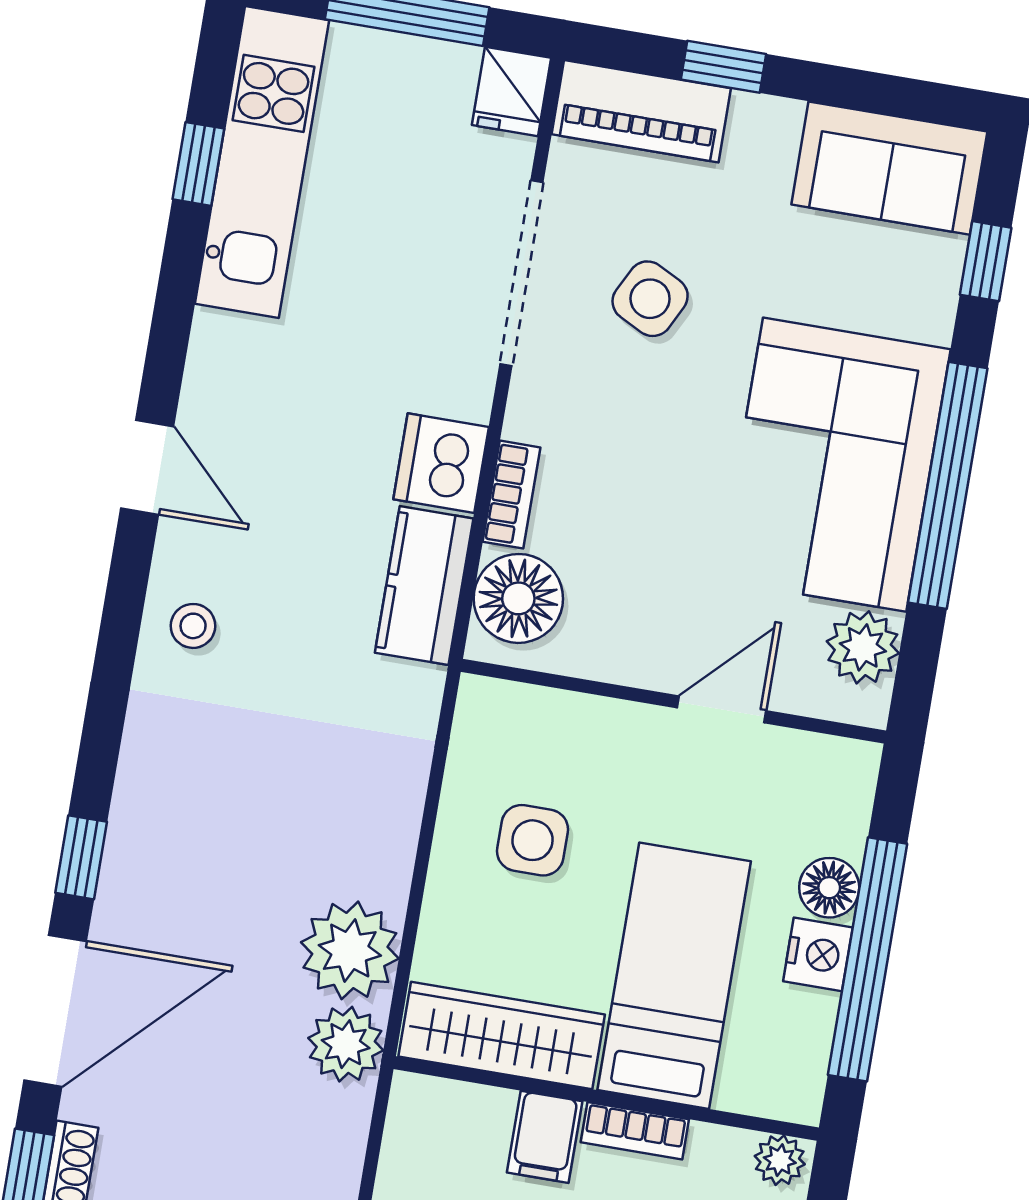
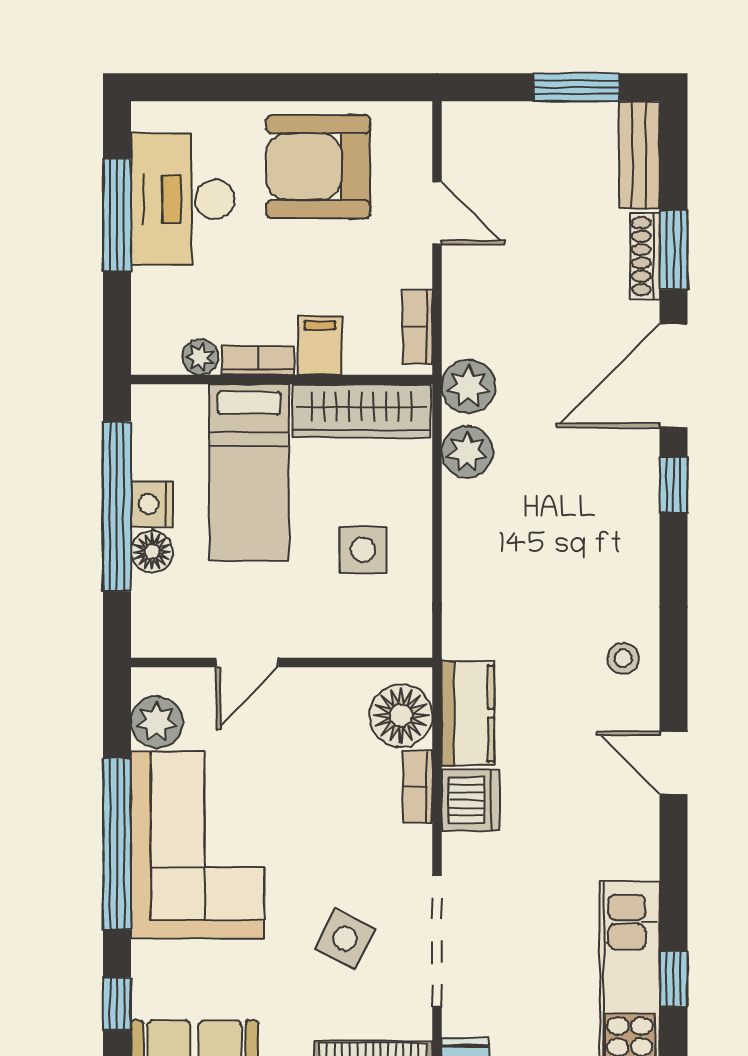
plant: (350, 950) -> (467, 452), width x0.73, depth x0.73
bookcase: (403, 1140) -> (418, 327), added
plant: (780, 1160) -> (200, 357), moved

